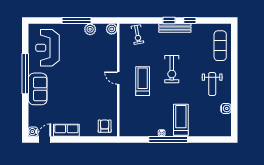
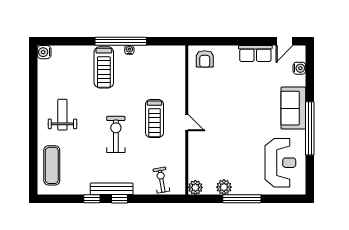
water cooler: (226, 109) -> (44, 52), moved
water cooler: (33, 132) -> (299, 68), moved

